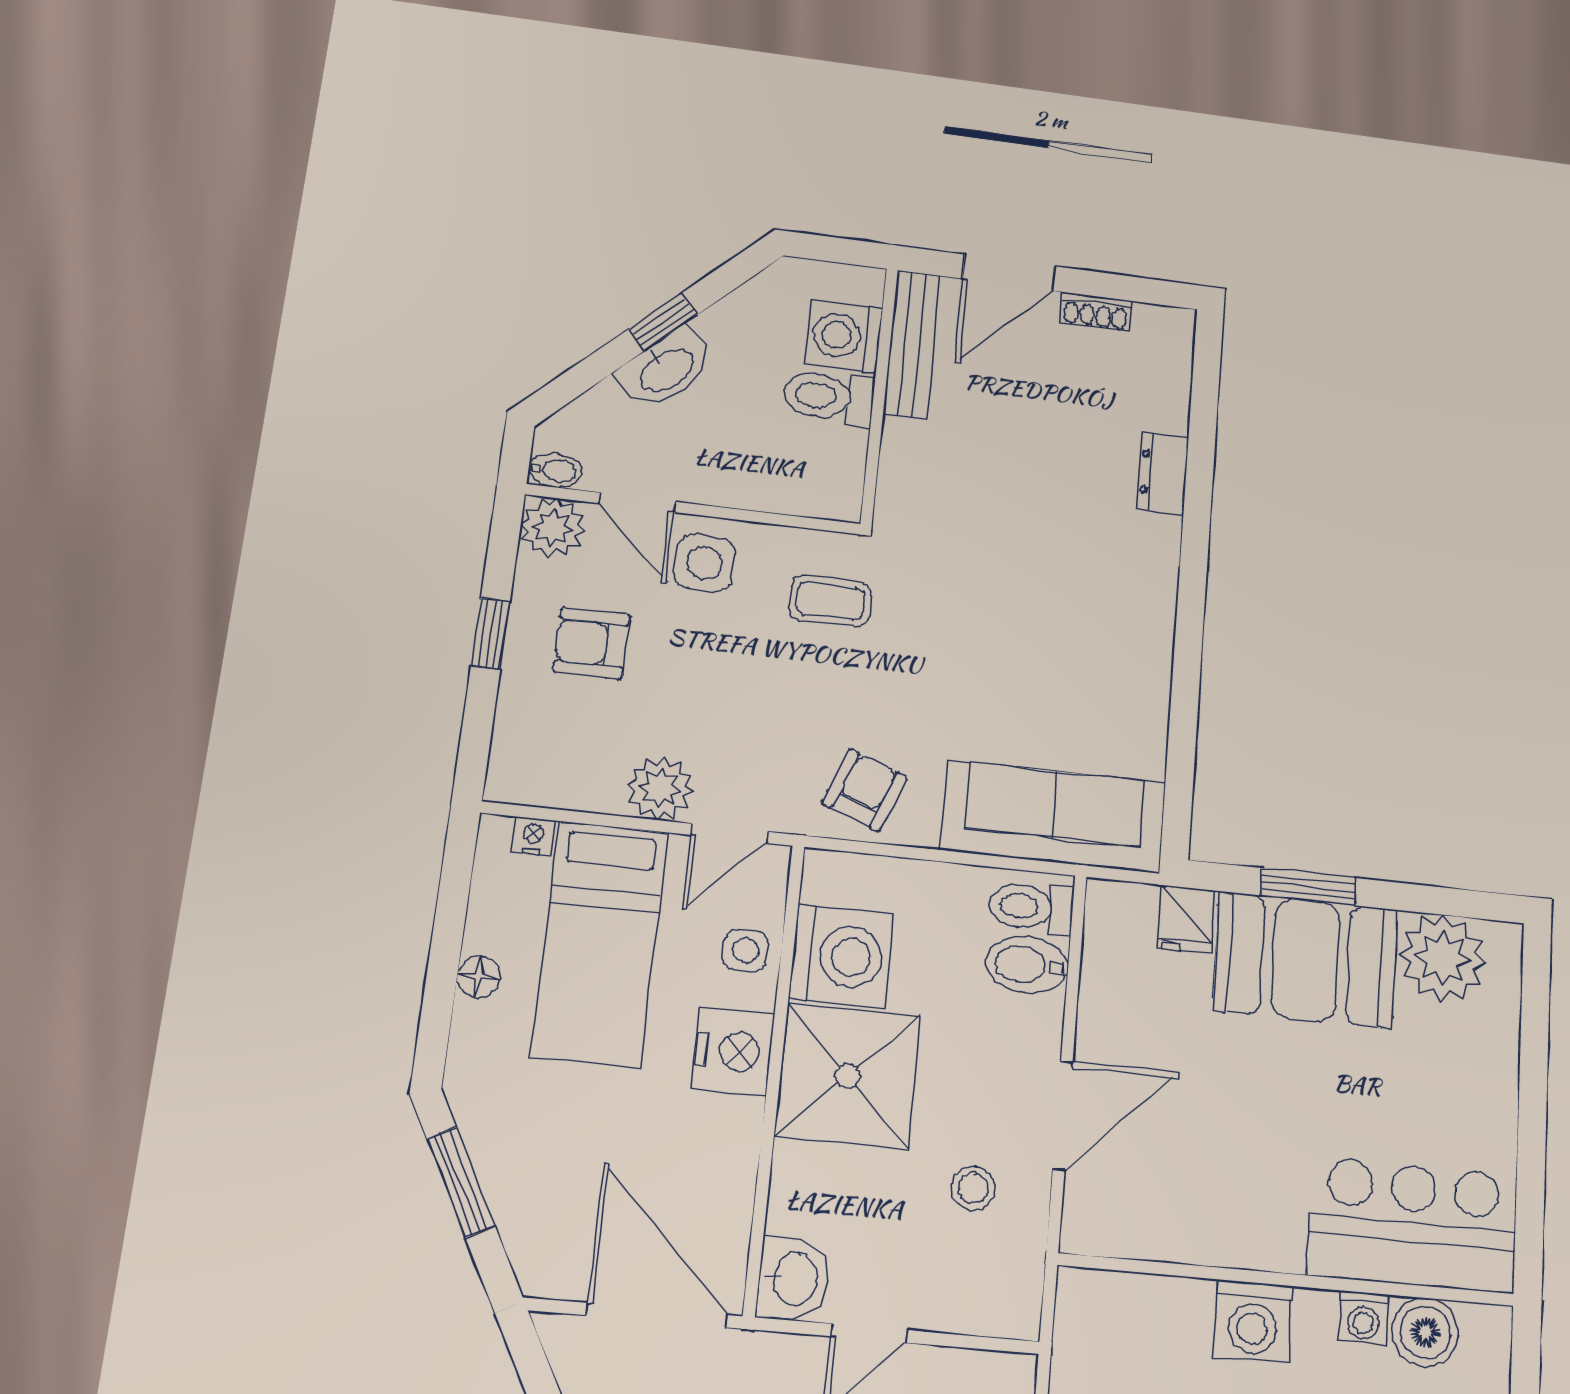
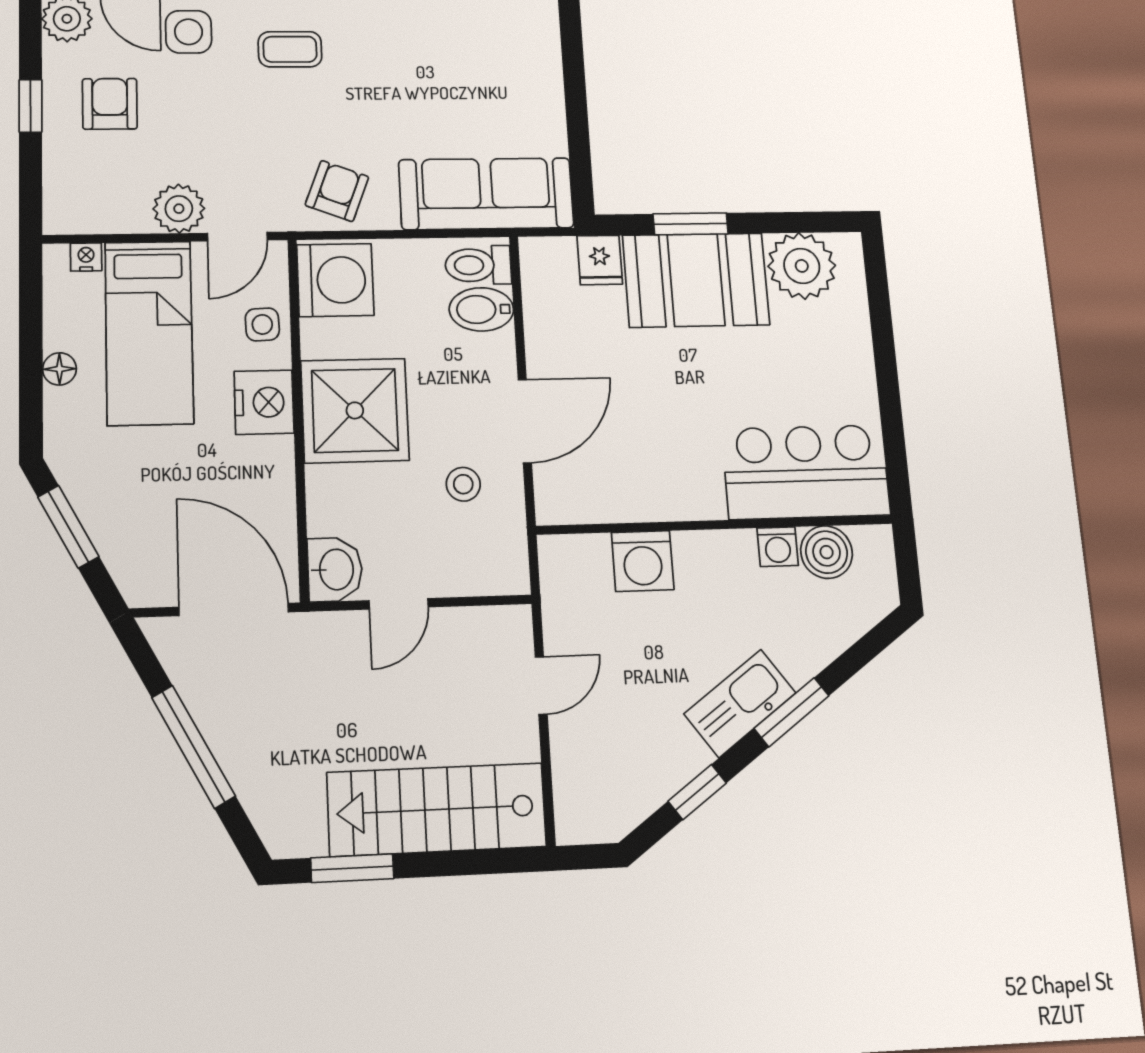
armchair: (592, 643) -> (110, 104), turned 90
washing machine: (841, 956) -> (335, 280), moved
washing machine: (1253, 1321) -> (643, 561), moved

